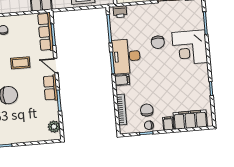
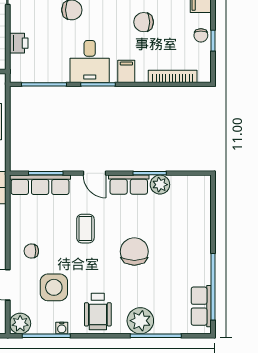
printer: (120, 12) -> (19, 43), moved
desk: (126, 56) -> (90, 61), width x0.73
door: (56, 66) -> (95, 173), hinge flipped
chair: (147, 110) -> (144, 22), moved
plant: (54, 127) -> (160, 185), moved

